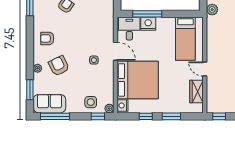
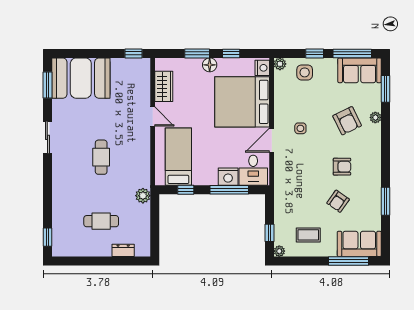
window: (180, 14) -> (186, 190), added
armchair: (47, 38) -> (342, 167), moved
door: (115, 51) -> (272, 140), hinge flipped
floor lamp: (162, 108) -> (210, 65), added
window: (98, 116) -> (315, 53), moved

